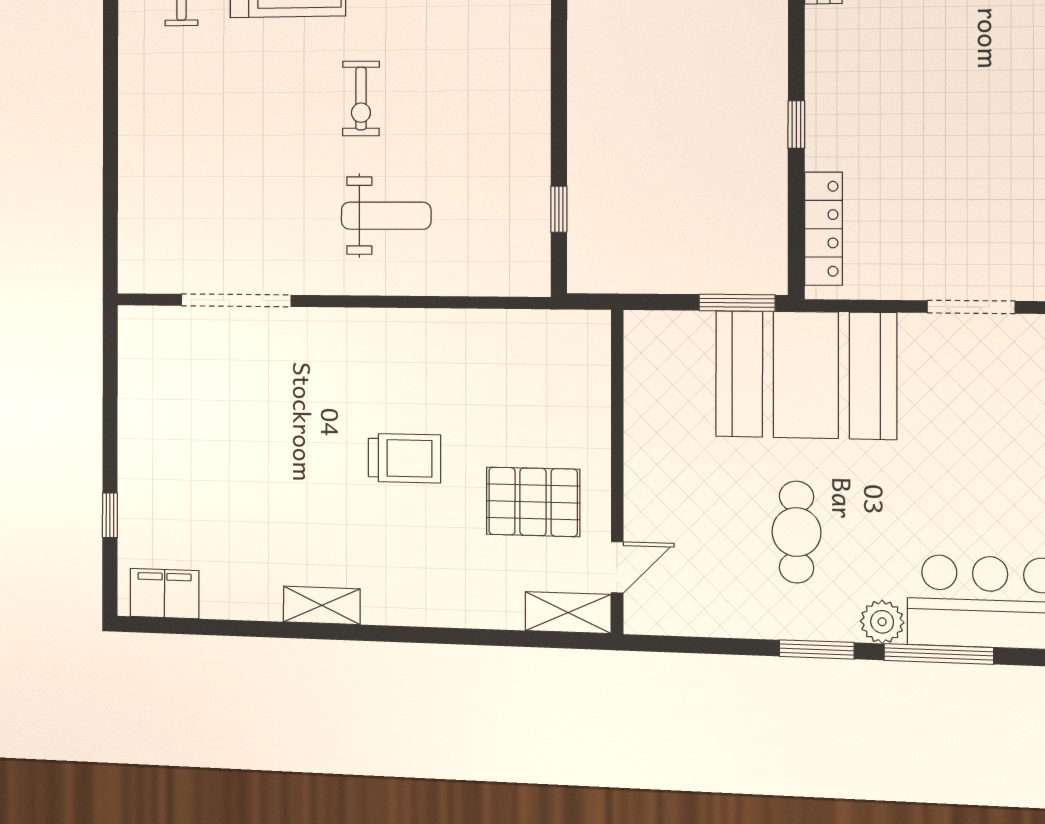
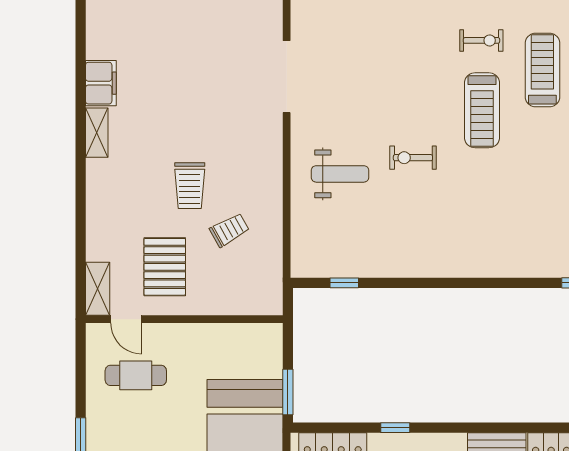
weight bench: (386, 216) -> (340, 174), turned -90
trolley: (474, 395) -> (229, 230), added
cafe table: (796, 532) -> (136, 375), moved
filing cabinet: (165, 594) -> (101, 83), moved

